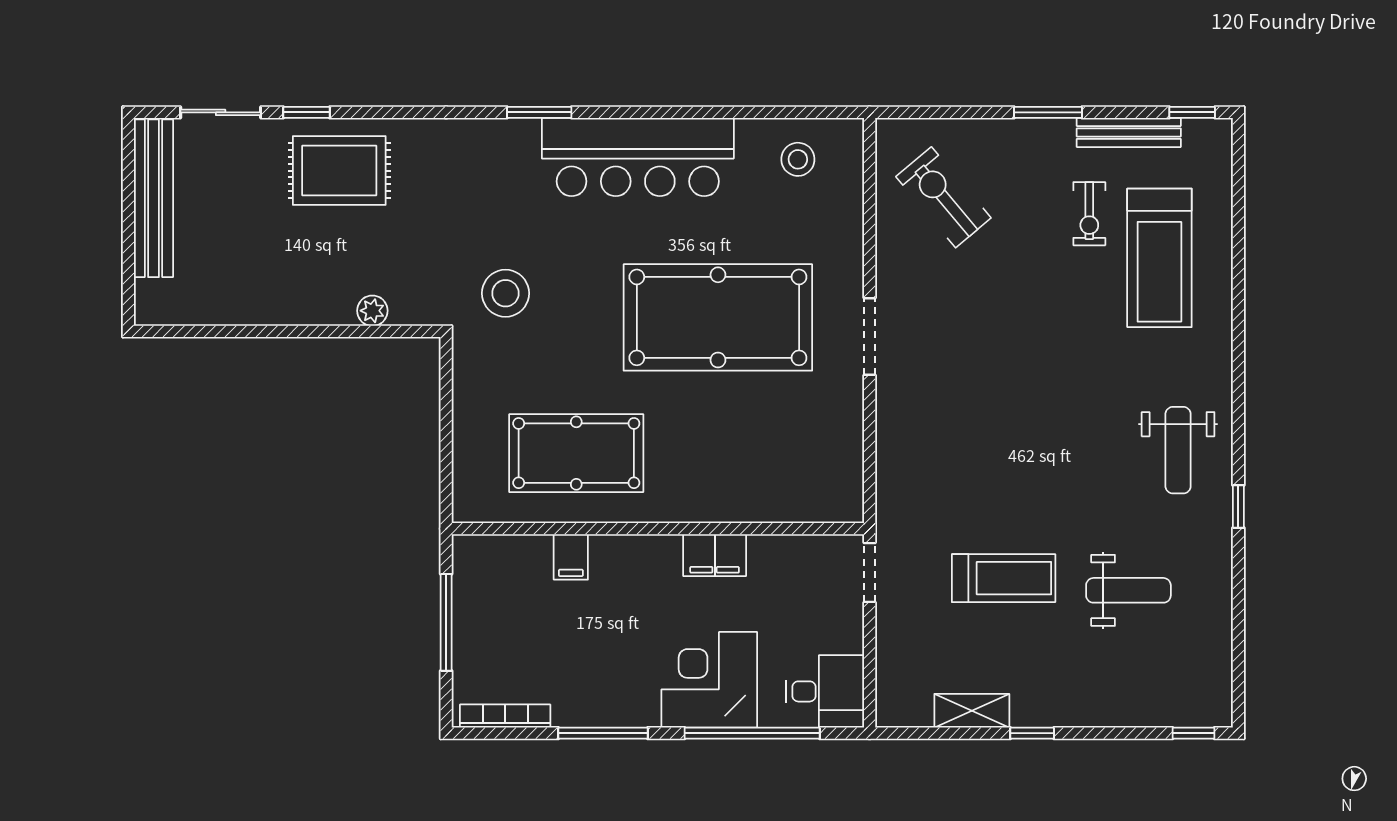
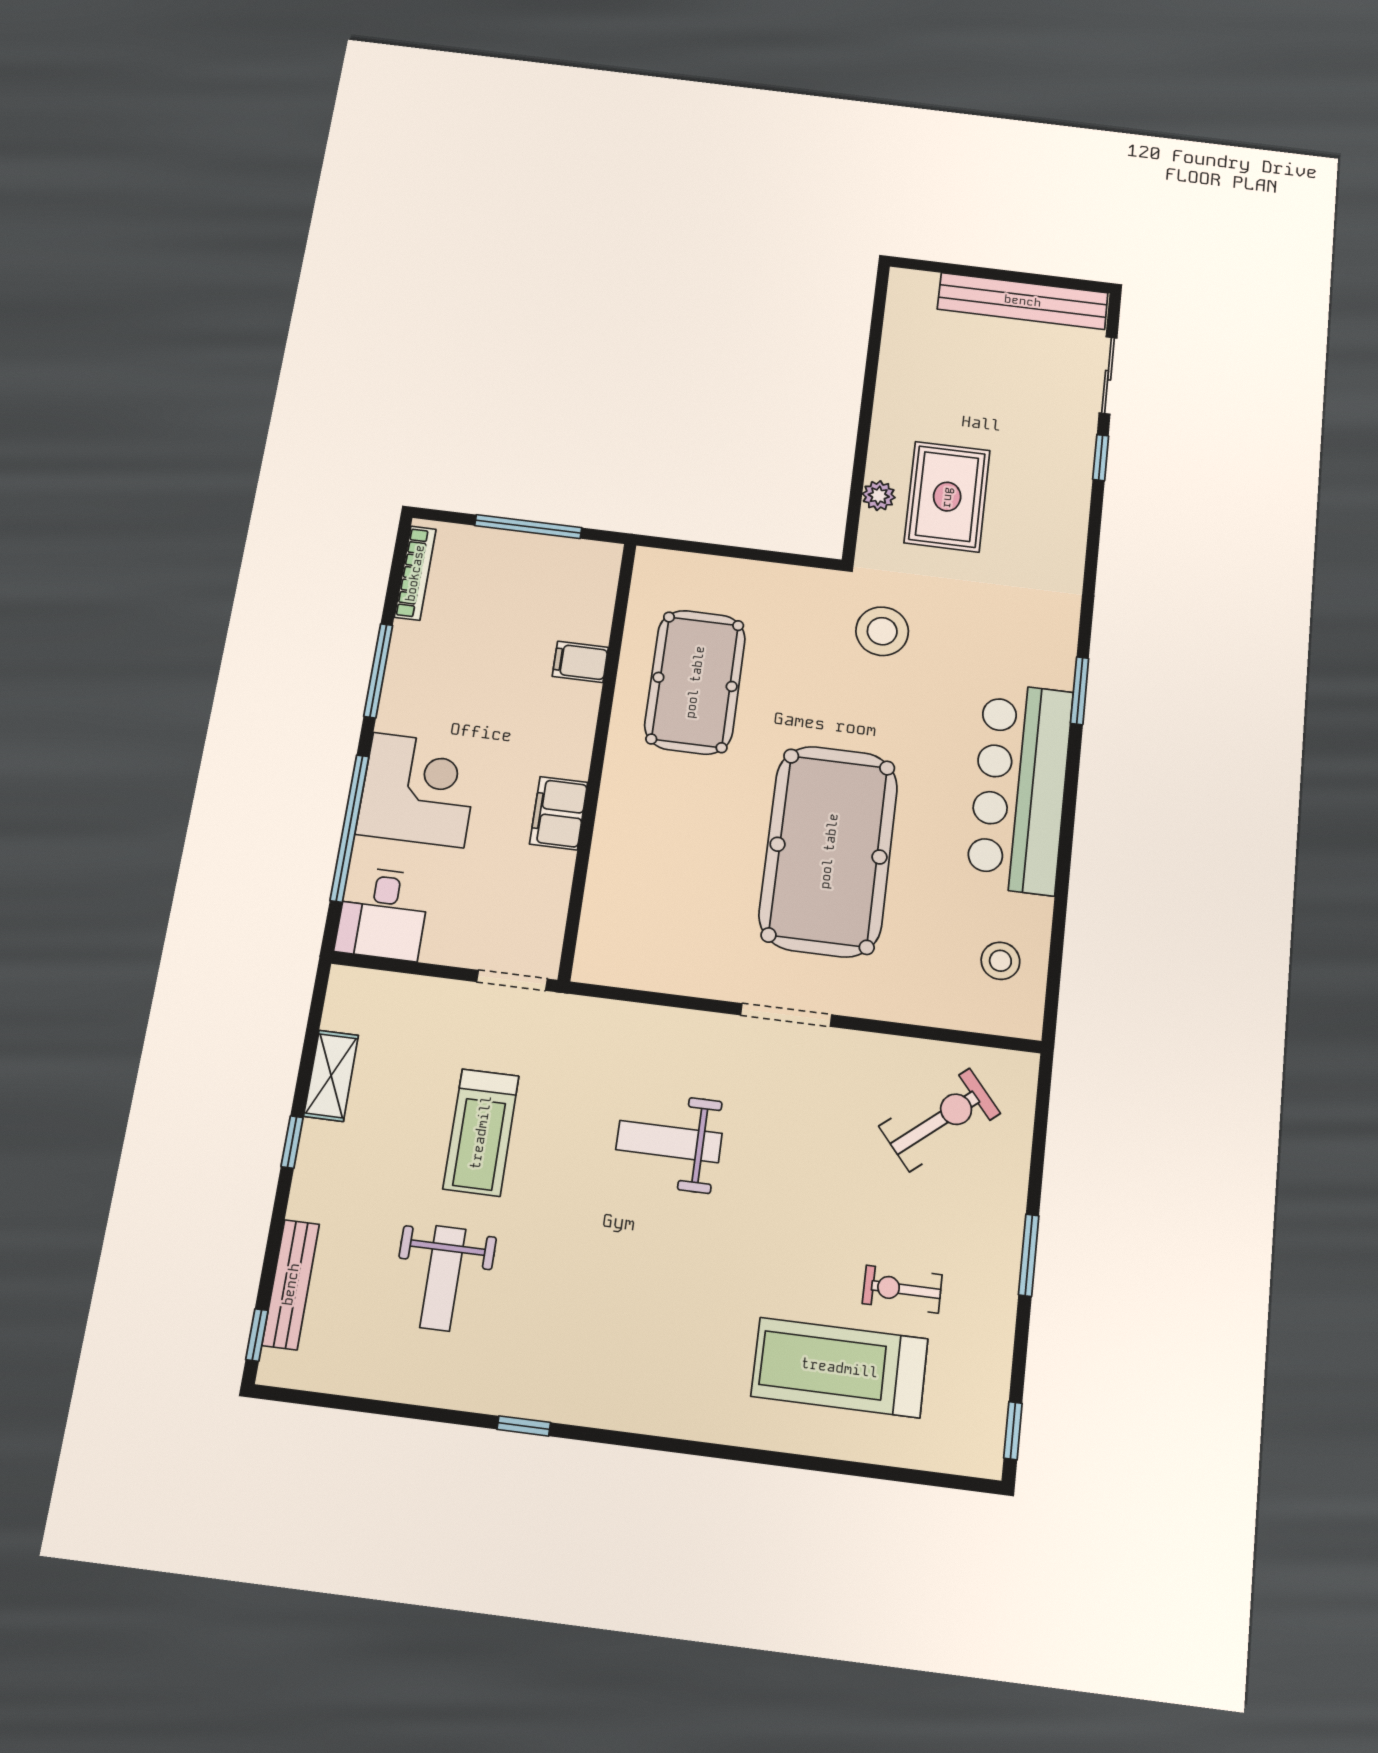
bench: (1129, 132) -> (291, 1284), moved
rug: (339, 171) -> (947, 497), moved
weight bench: (1178, 450) -> (669, 1141), moved

